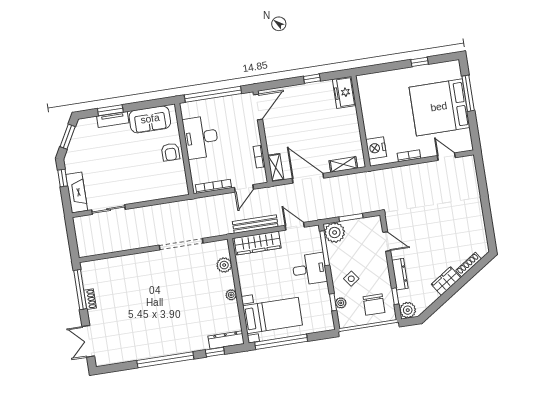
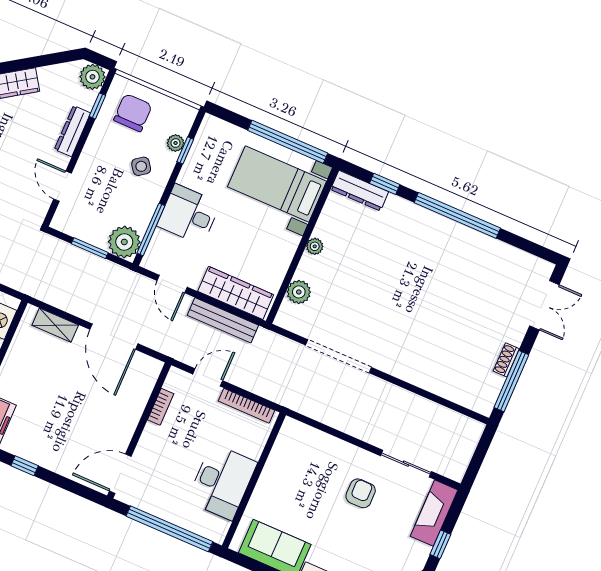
armchair: (170, 152) -> (361, 493), moved
shelving: (276, 168) -> (148, 378), removed

